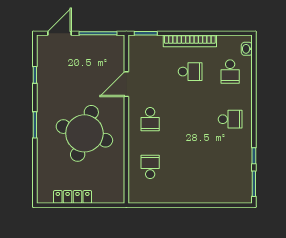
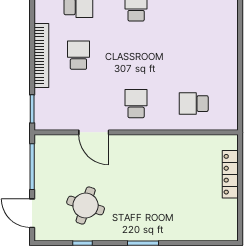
school desk: (150, 119) -> (136, 104), turned -90
round table: (84, 133) -> (86, 205), moved, width x0.54, depth x0.54
locker: (73, 197) -> (230, 174), moved

